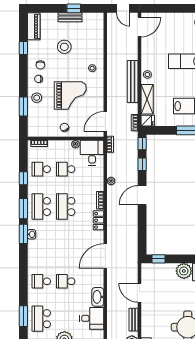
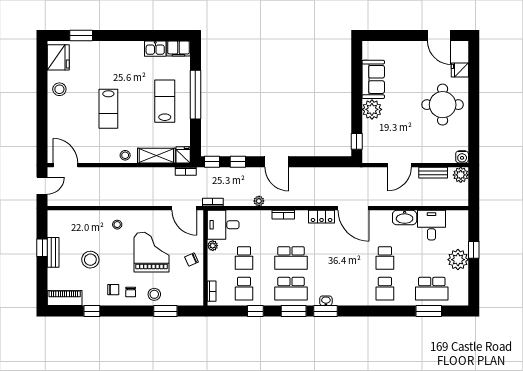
bench: (133, 82) -> (134, 174), removed
locker: (98, 220) -> (322, 217), moved

